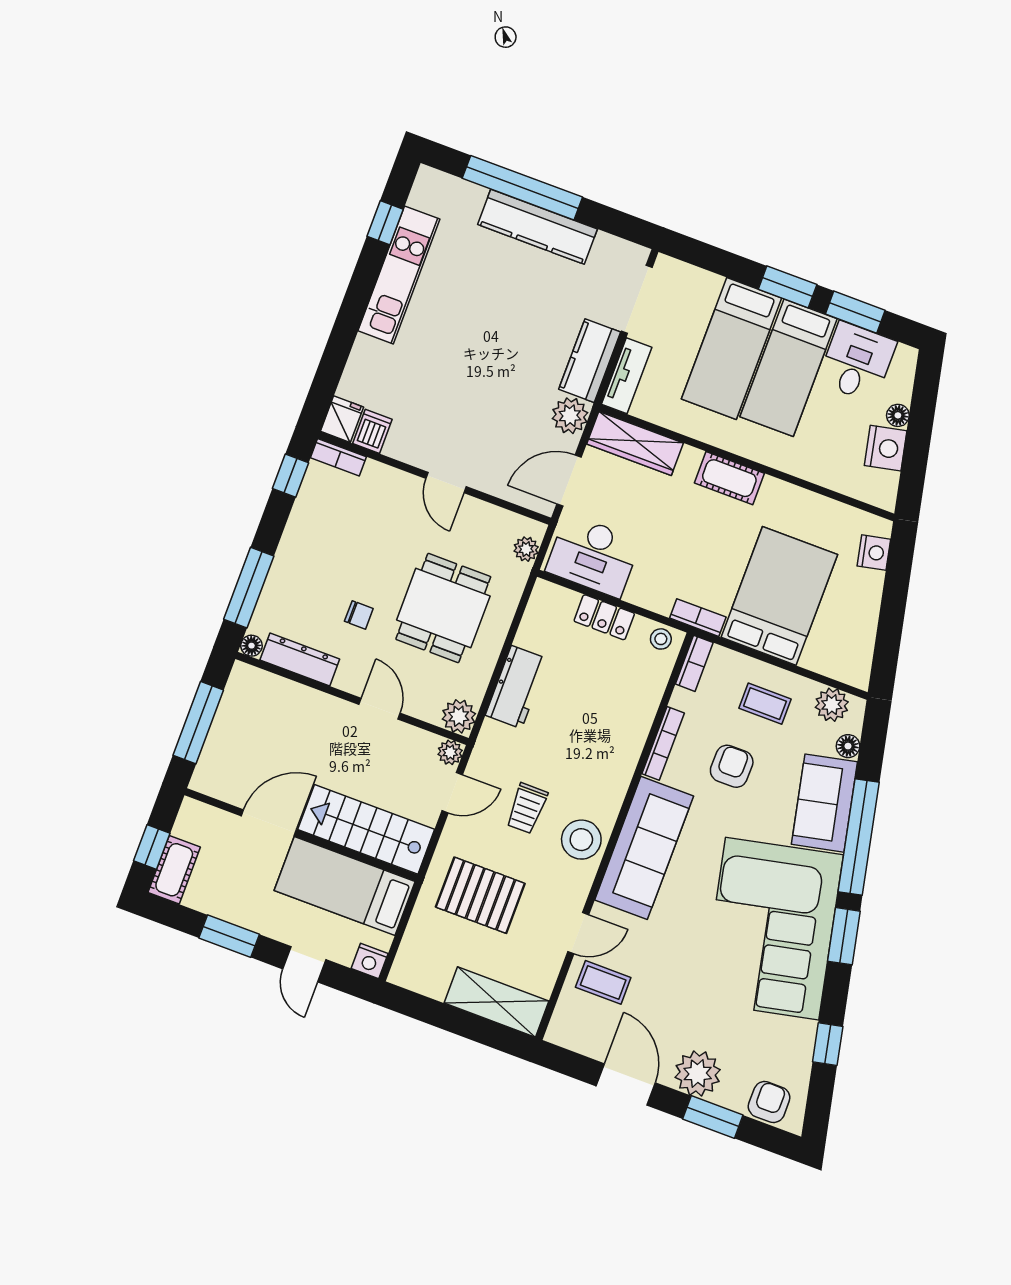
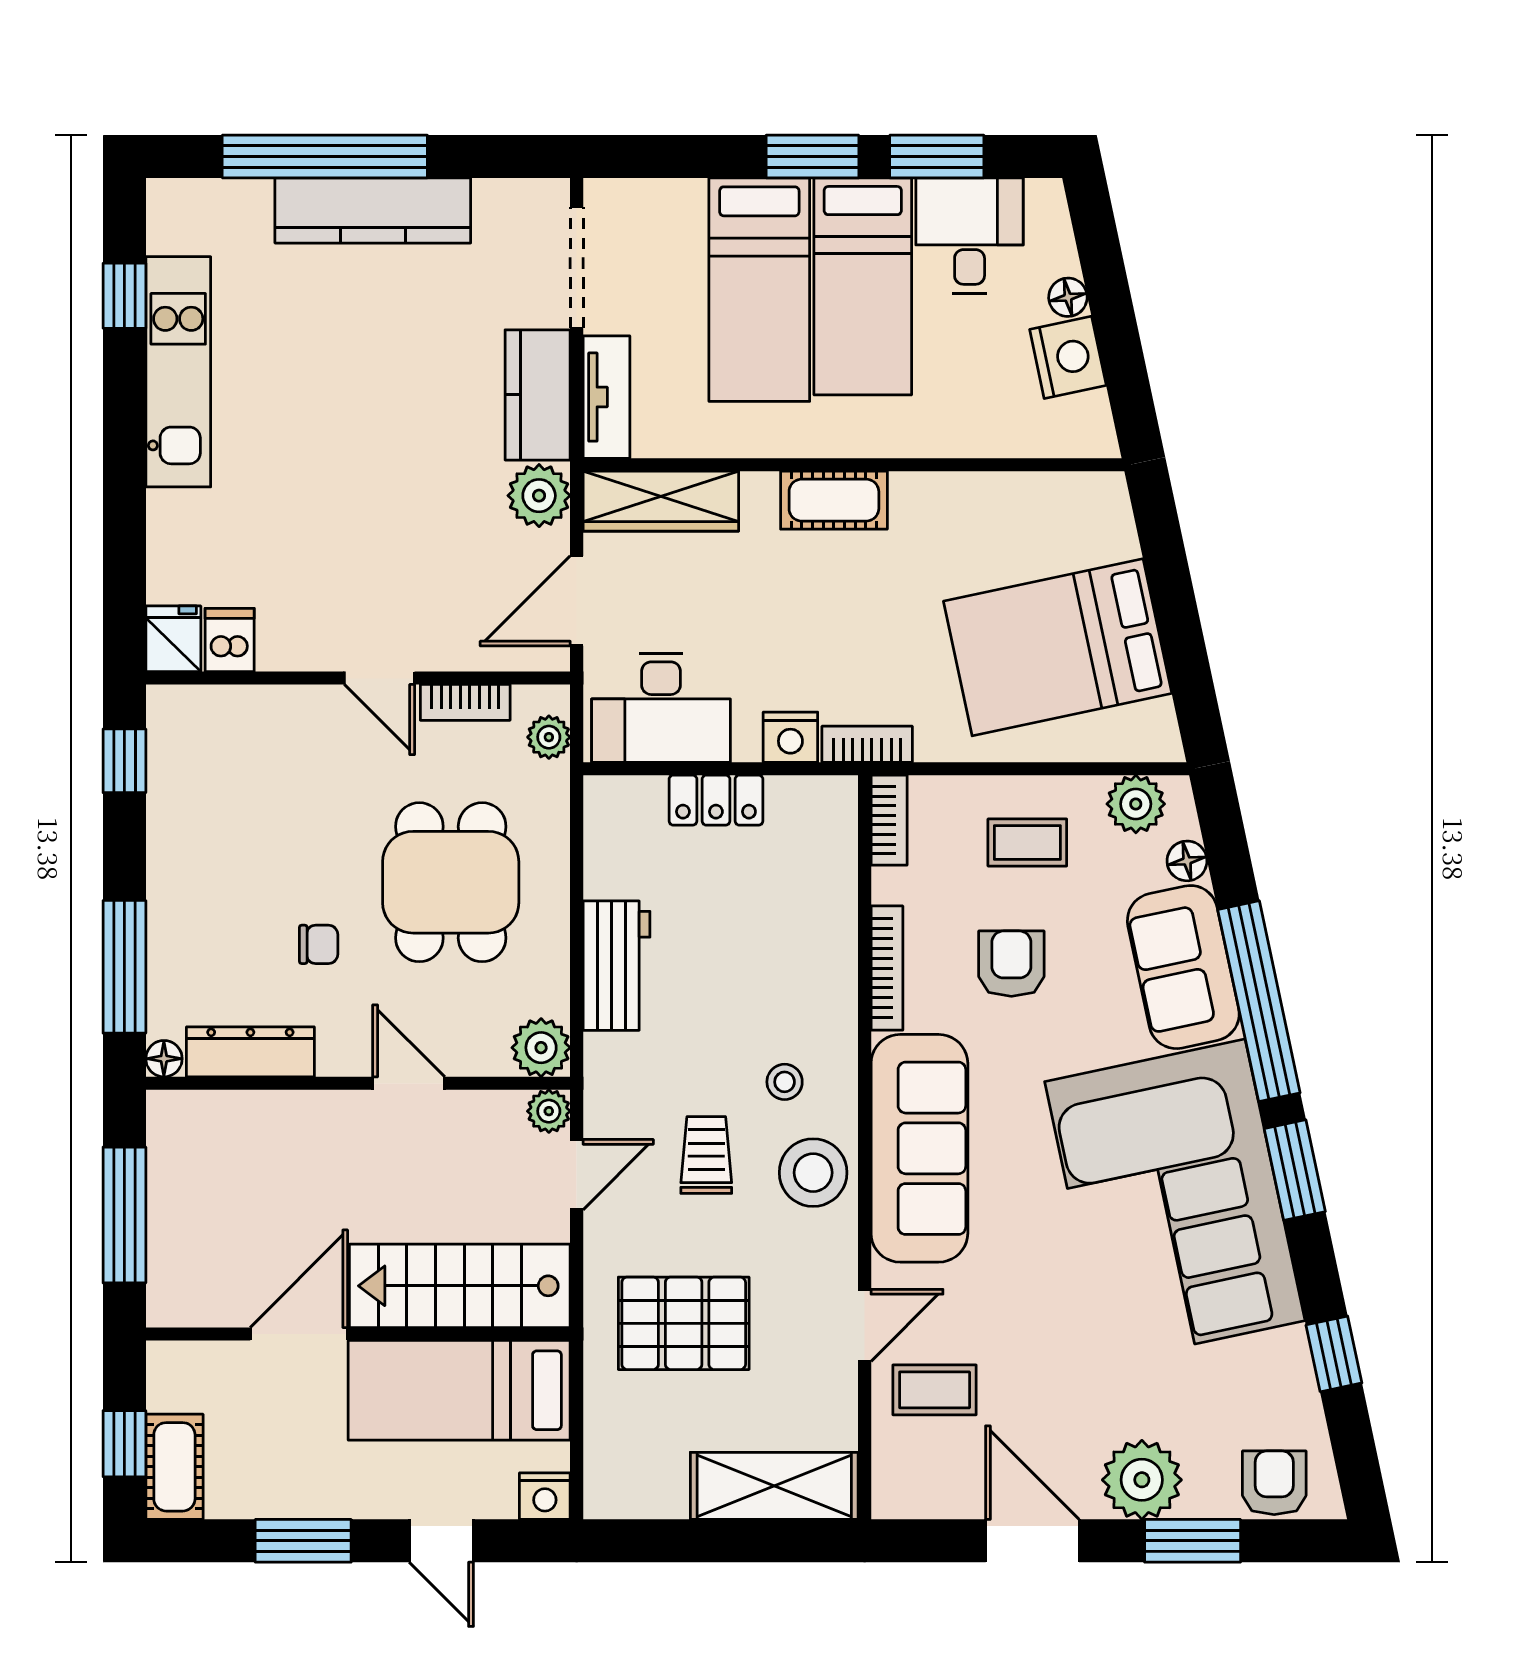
bookcase: (338, 457) -> (465, 702), moved
nightstand: (874, 553) -> (790, 737), moved, turned 102
bed: (779, 596) -> (1058, 647), moved, turned -102
stool: (661, 639) -> (785, 1082), moved
trolley: (527, 808) -> (706, 1155), turned 180

